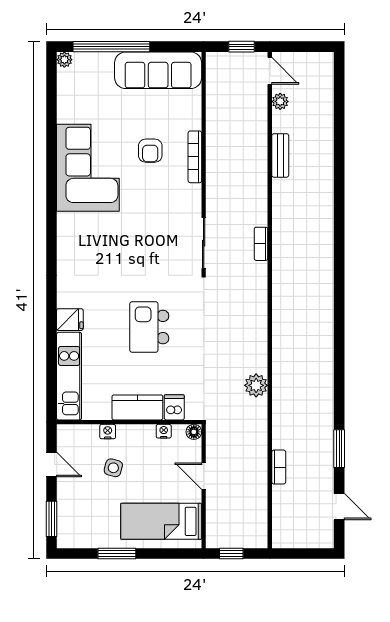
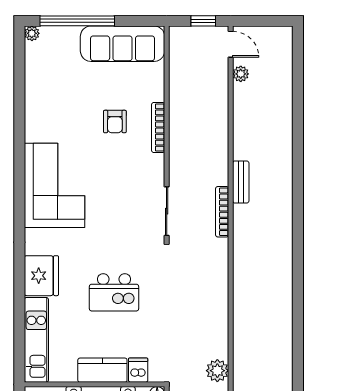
bench: (280, 155) -> (241, 182), moved
corner sofa: (88, 168) -> (54, 185), moved
bookcase: (261, 244) -> (222, 212), width x1.56
fridge: (70, 320) -> (41, 276), width x1.88, depth x1.34
kitchen island: (149, 327) -> (114, 292), turned -90
plant: (256, 385) -> (217, 371), moved

